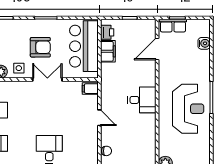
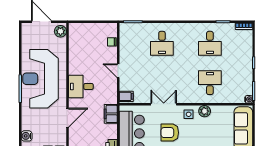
door: (157, 49) -> (68, 118), moved
filing cabinet: (108, 51) -> (111, 114), moved
double door: (47, 80) -> (164, 104), swing flipped
reception desk: (188, 109) -> (40, 79), width x1.36, depth x1.30

